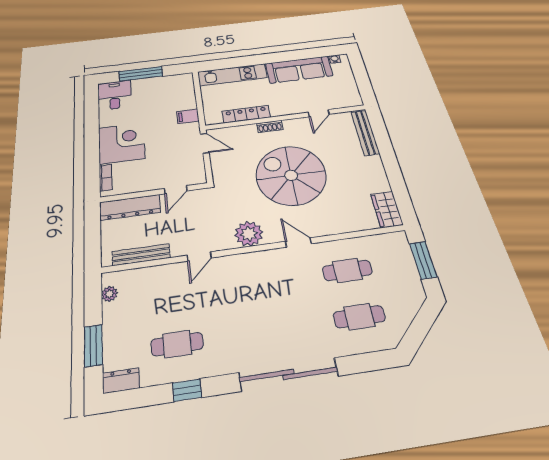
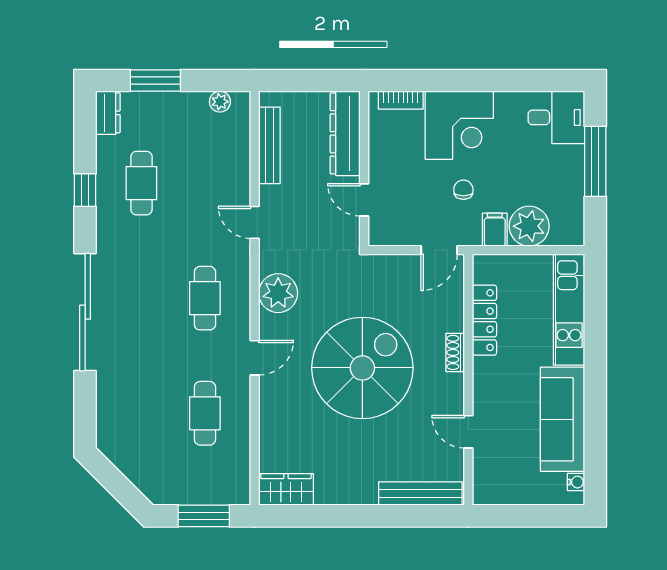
plant: (184, 100) -> (529, 226), added
chair: (164, 136) -> (463, 190), added
cafe table: (359, 317) -> (205, 298), moved

